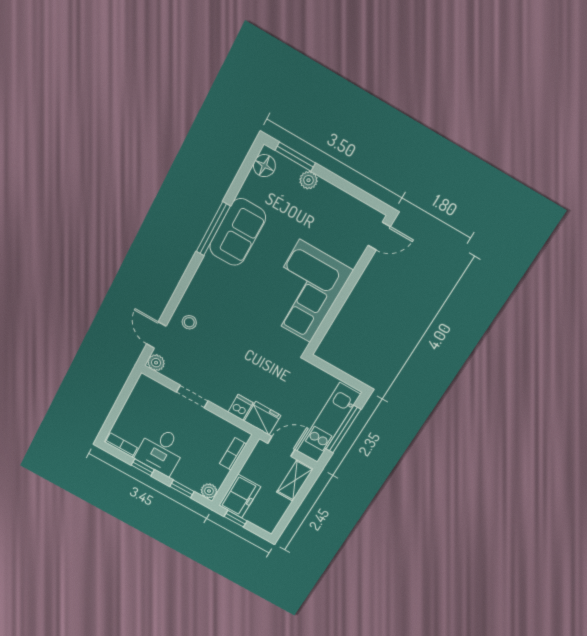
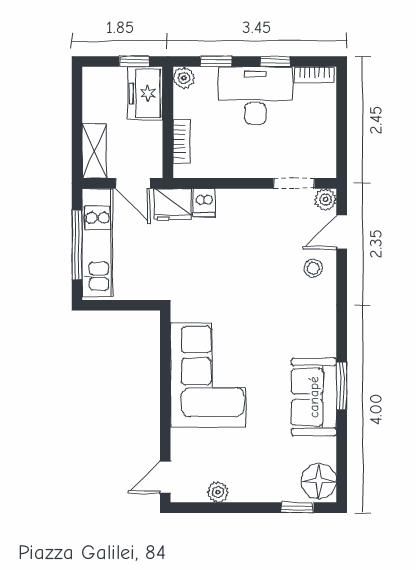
window: (295, 157) -> (297, 508), width x0.67
floor lamp: (264, 166) -> (319, 481), width x1.38, depth x1.38
plant: (309, 180) -> (218, 492), moved
window: (213, 229) -> (342, 386), width x0.69
door: (156, 335) -> (342, 232), swing flipped
doorway: (192, 397) -> (294, 183), moved
door: (281, 446) -> (133, 183), hinge flipped
desk: (161, 451) -> (255, 96), width x1.37

